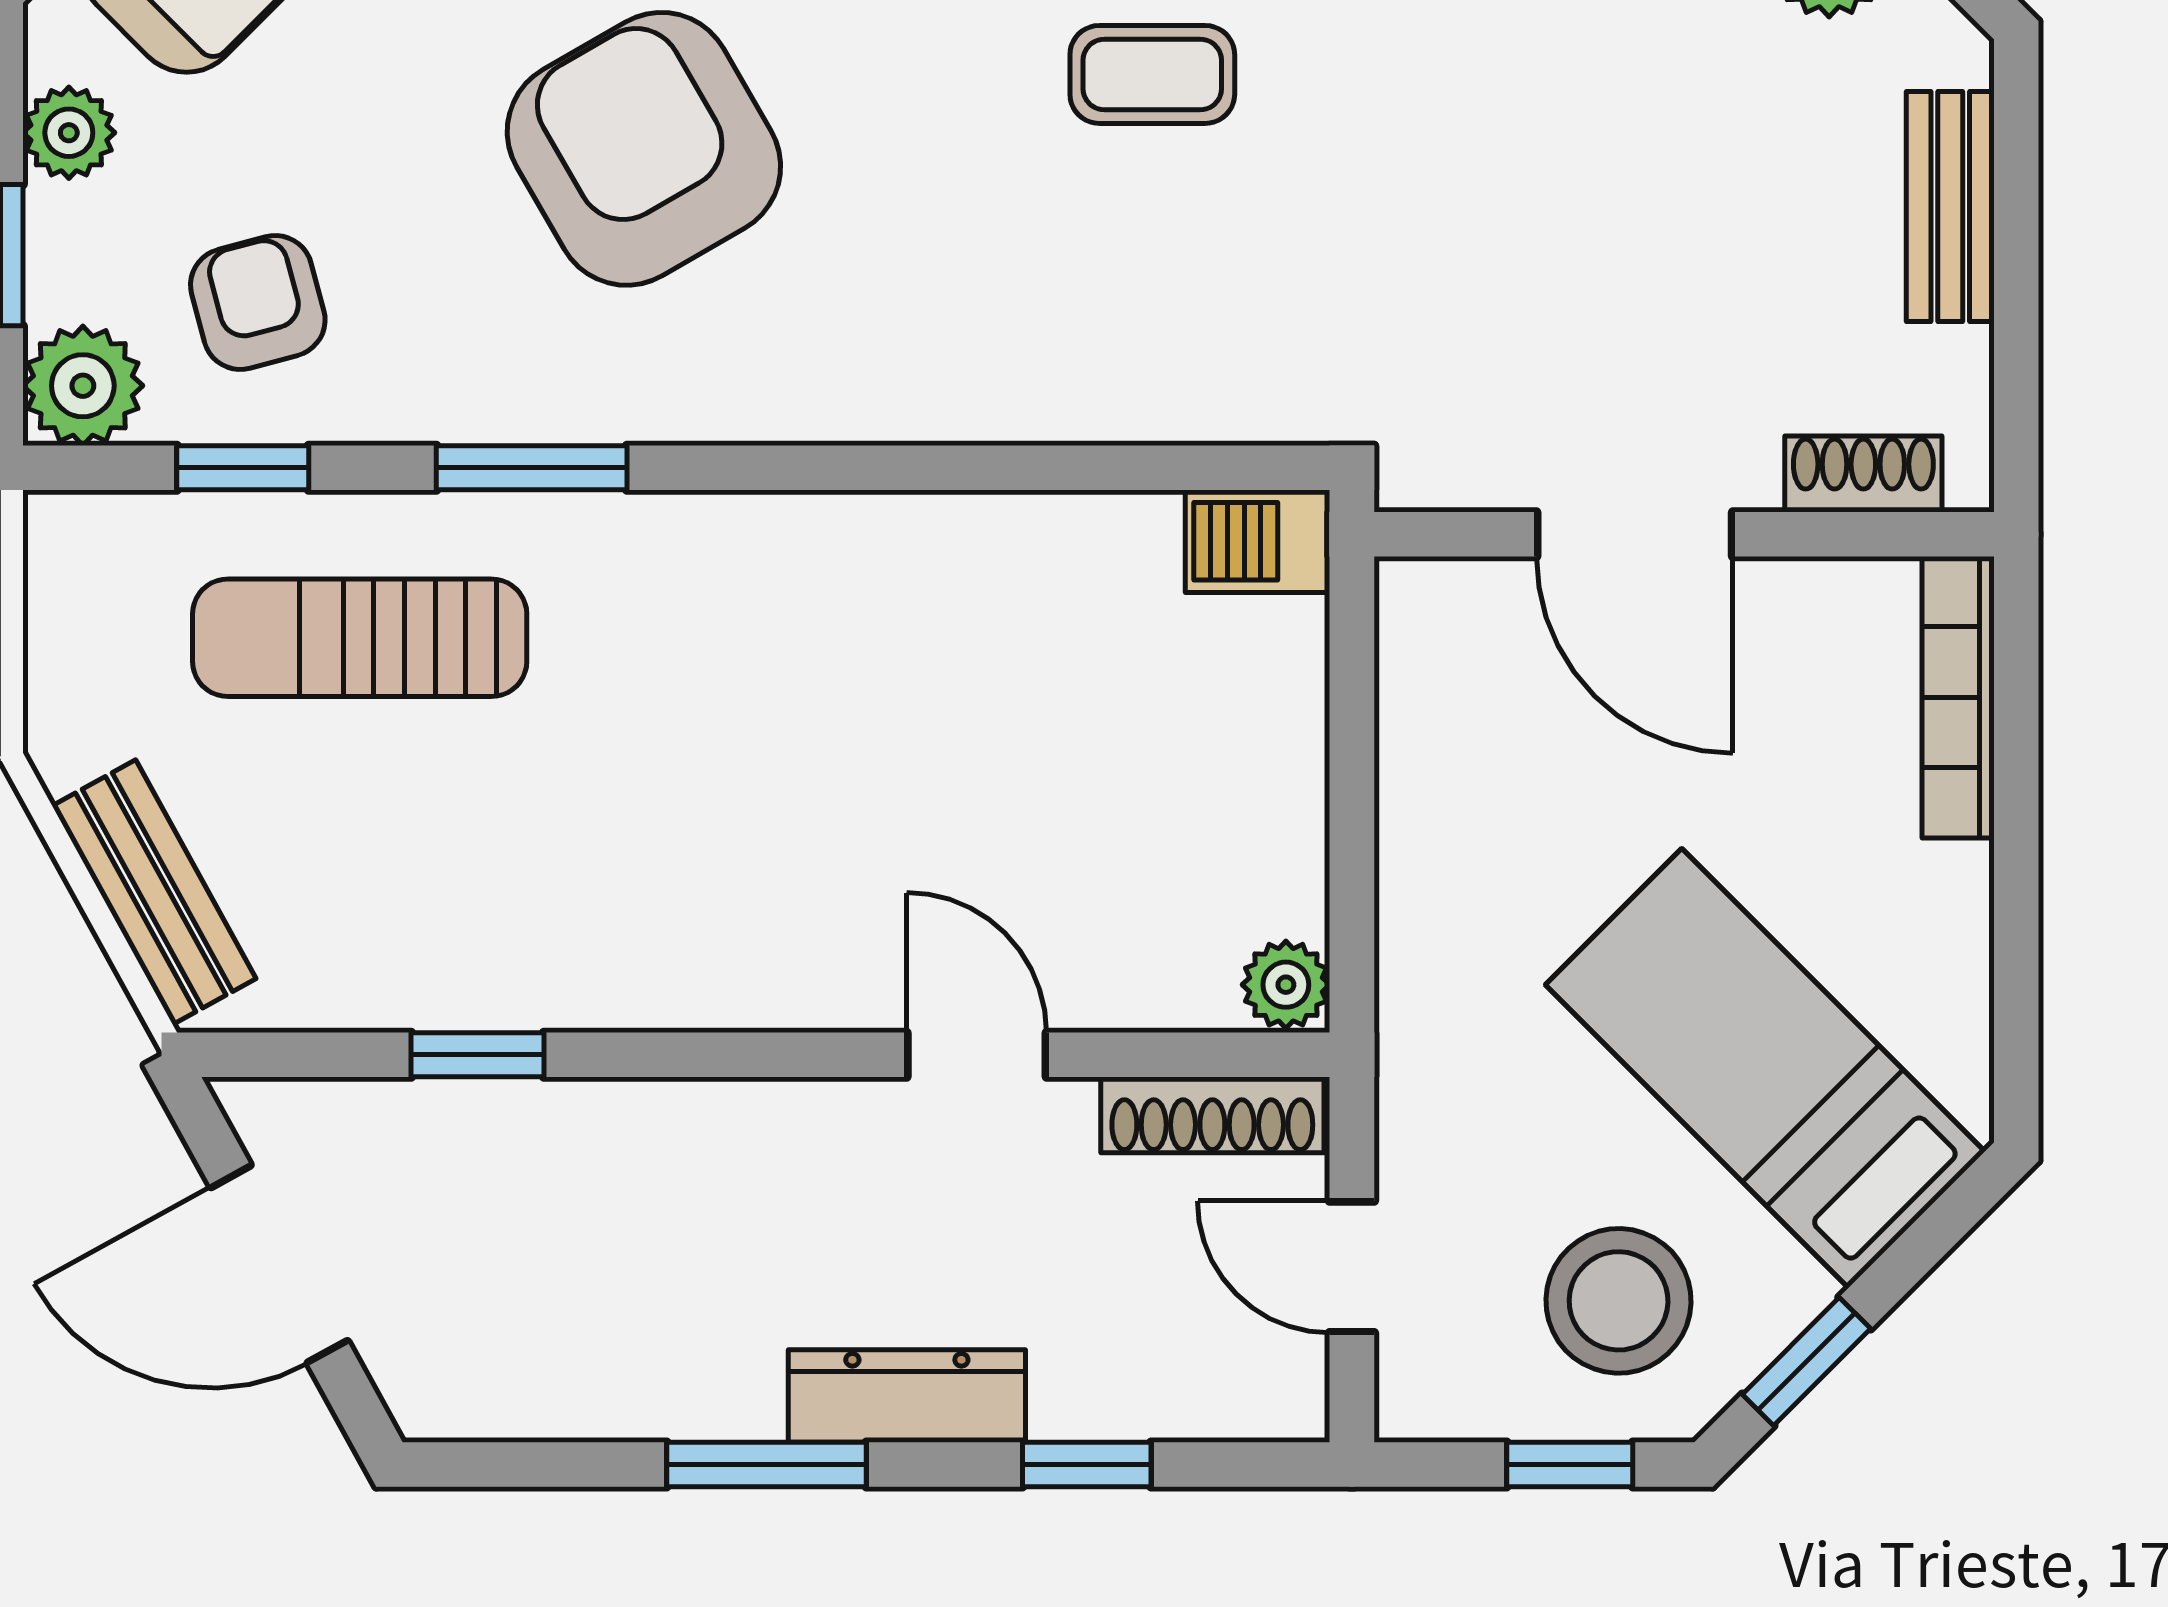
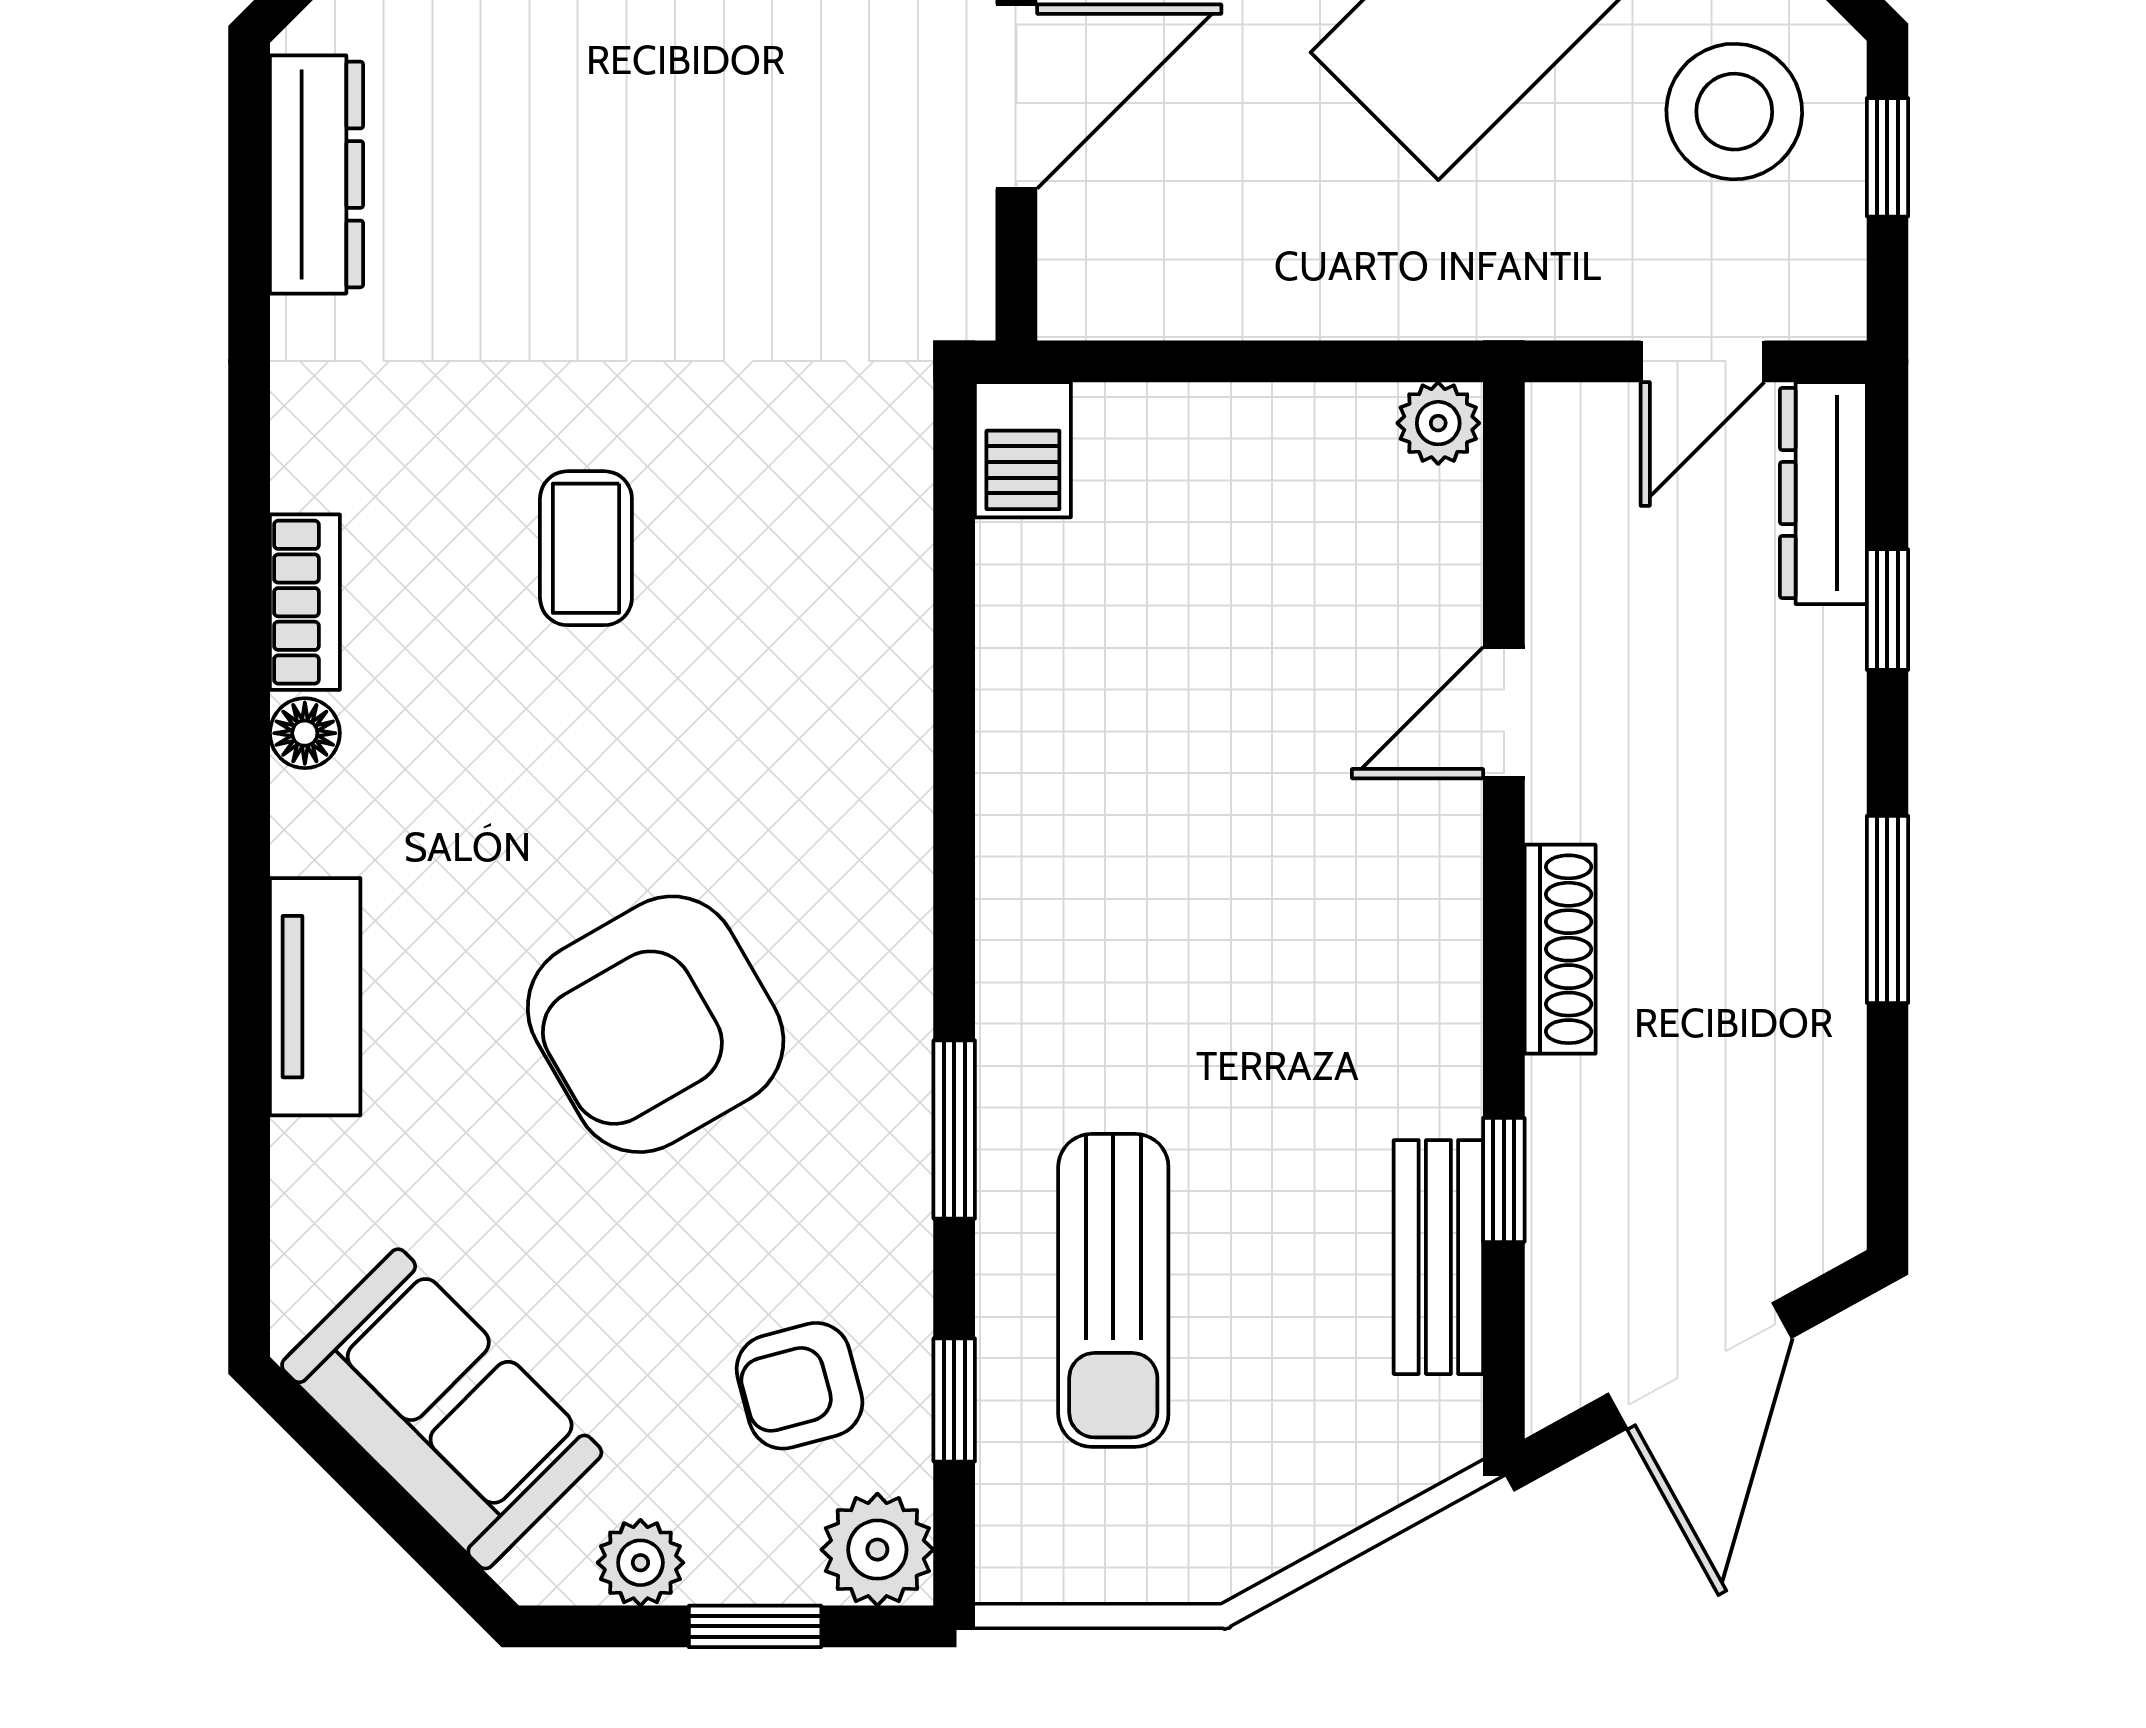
bench: (154, 892) -> (1438, 1257), moved, turned -61
shoe rack: (1212, 1115) -> (1560, 949), moved
dresser: (907, 1396) -> (1823, 493), moved

